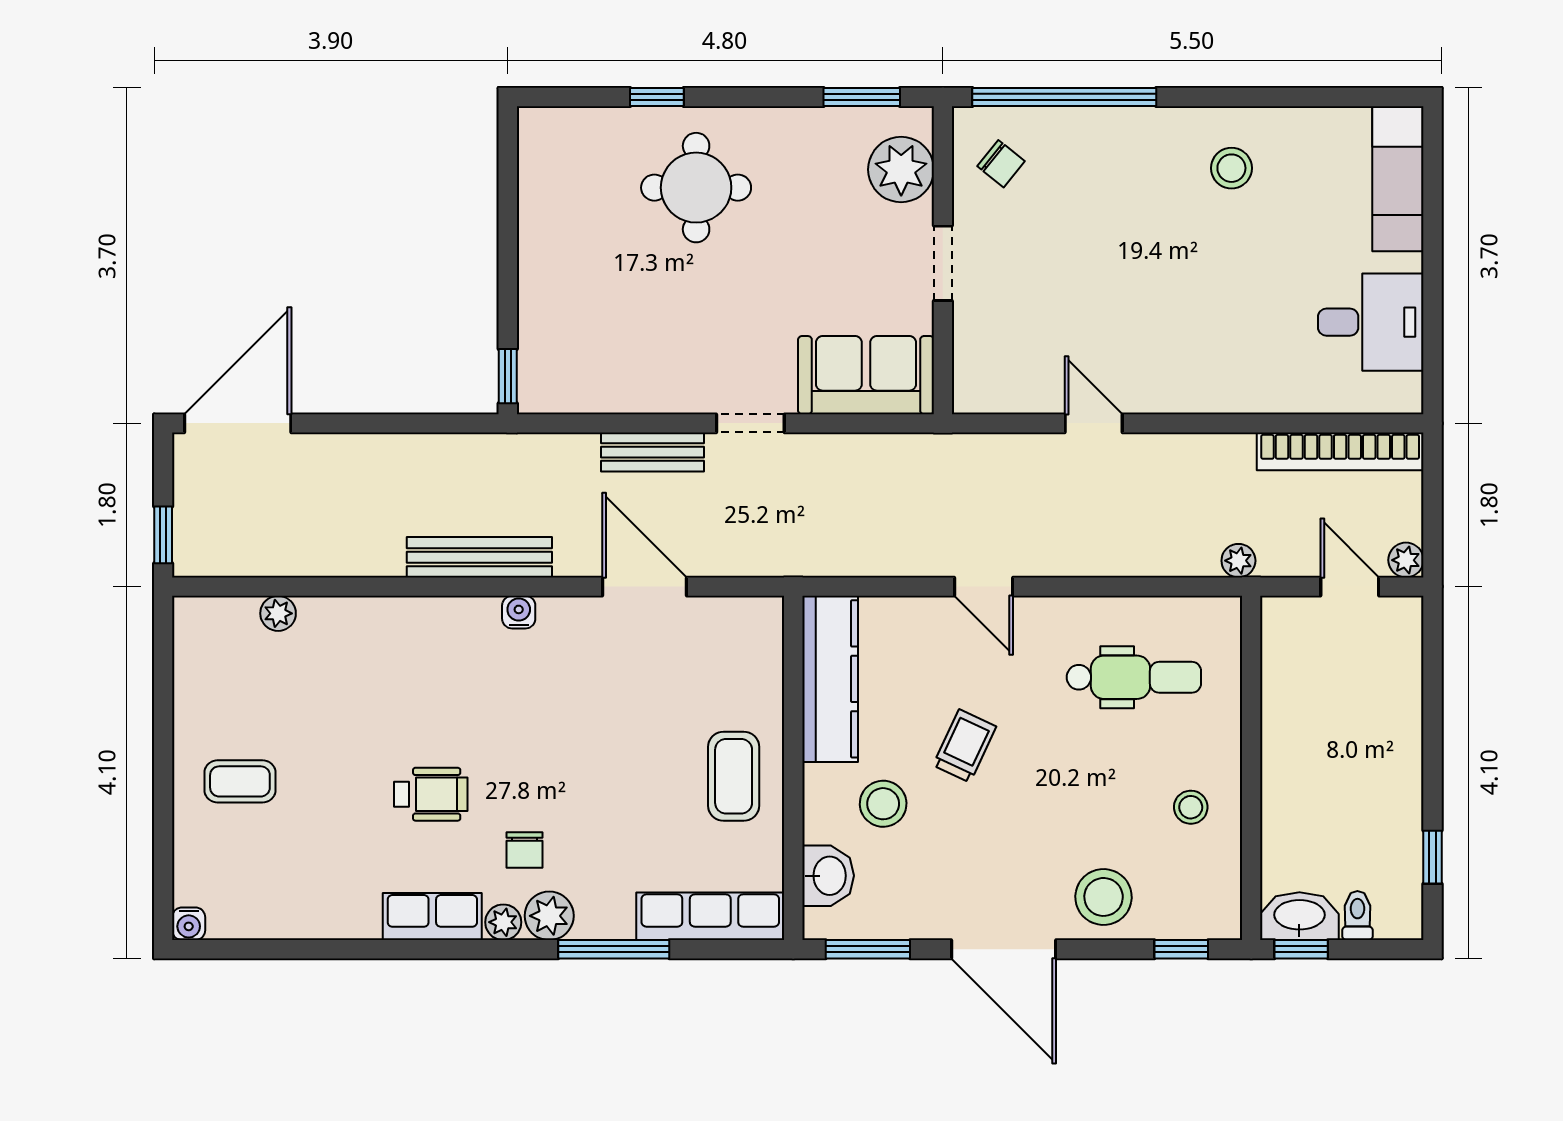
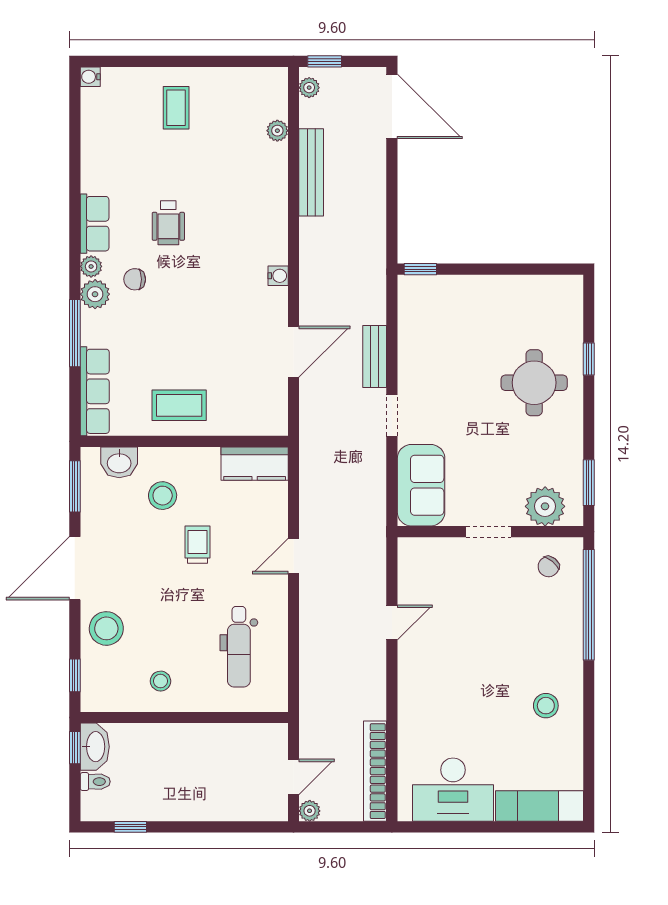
desk: (1371, 322) -> (453, 790), width x1.37
bench: (479, 557) -> (311, 172), moved
plant: (1238, 561) -> (309, 88), moved
kitchen counter: (830, 679) -> (255, 464), width x0.67
trolley: (965, 746) -> (198, 545), turned -115

